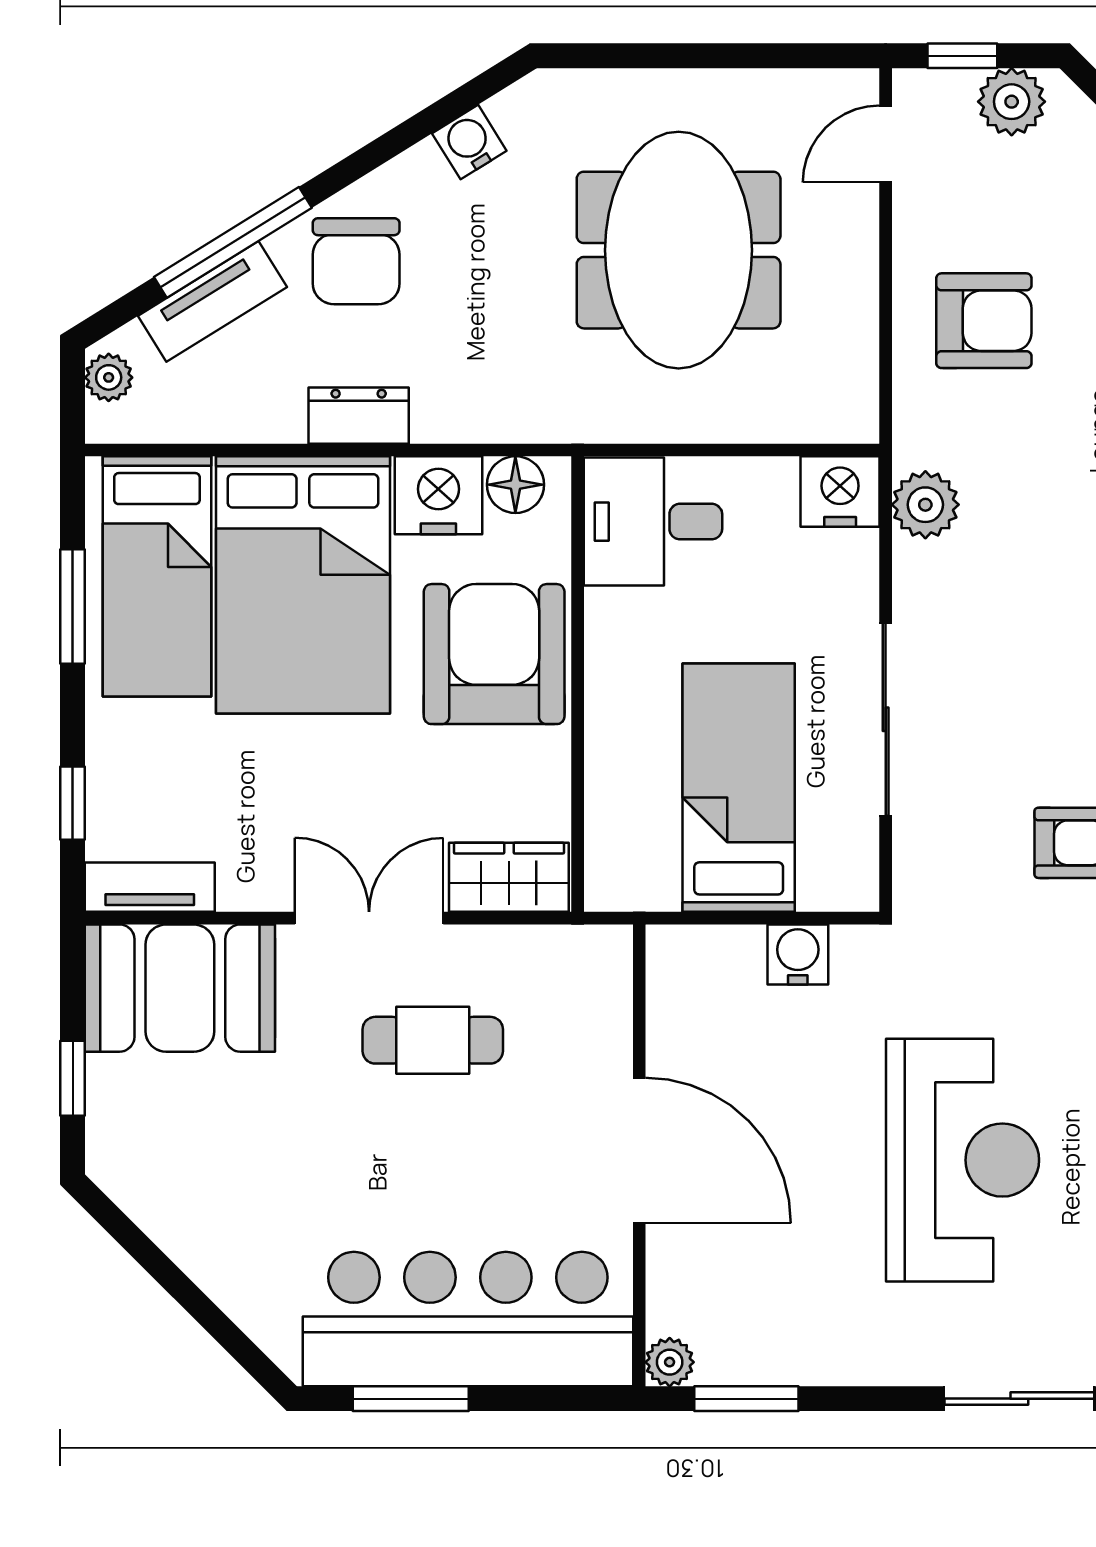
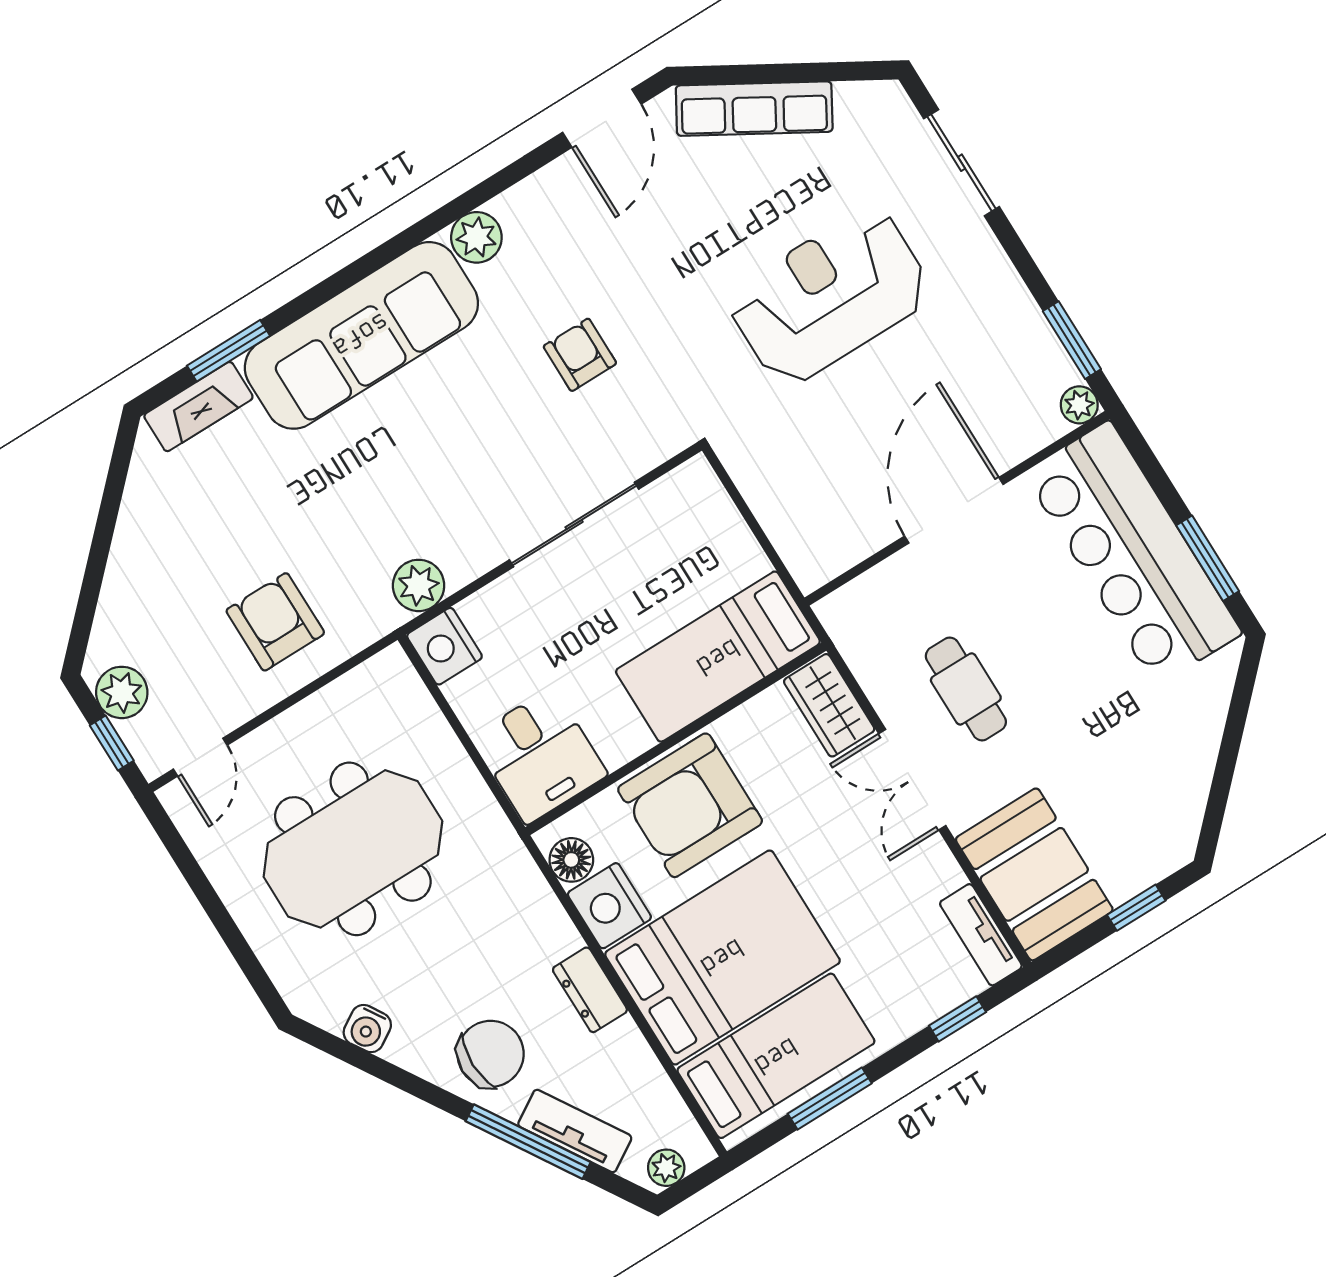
door: (886, 144) -> (200, 757), hinge flipped
bed: (739, 788) -> (718, 657), moved
water cooler: (798, 954) -> (762, 486), removed

